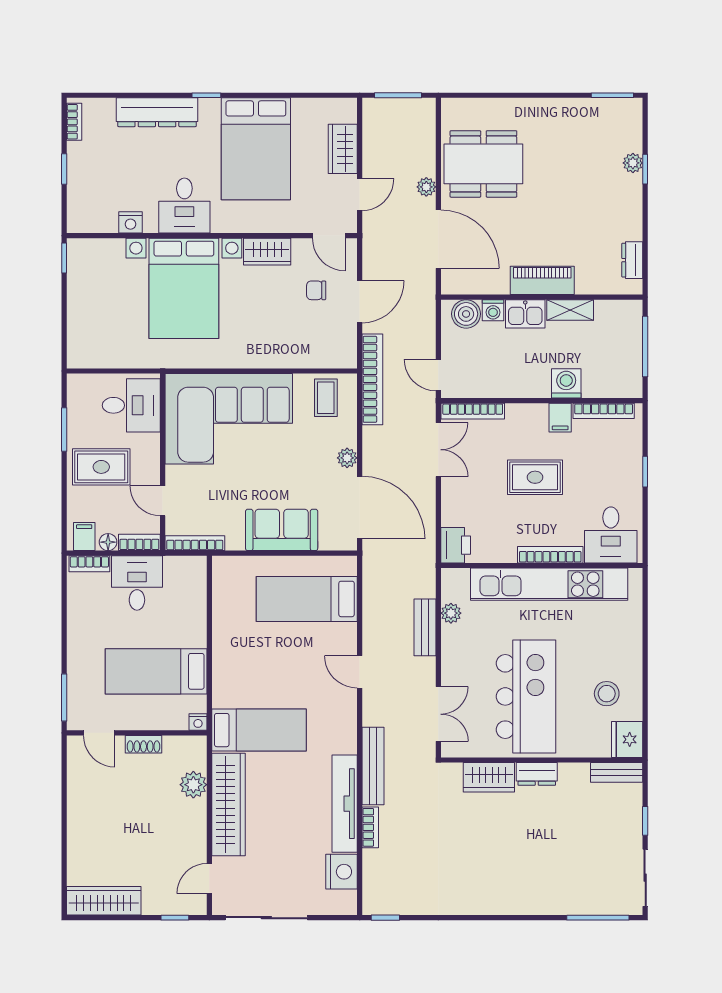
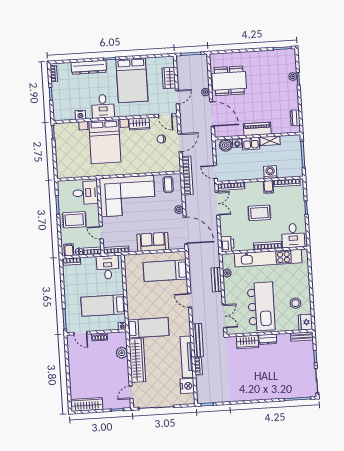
desk: (137, 583) -> (108, 267), moved

